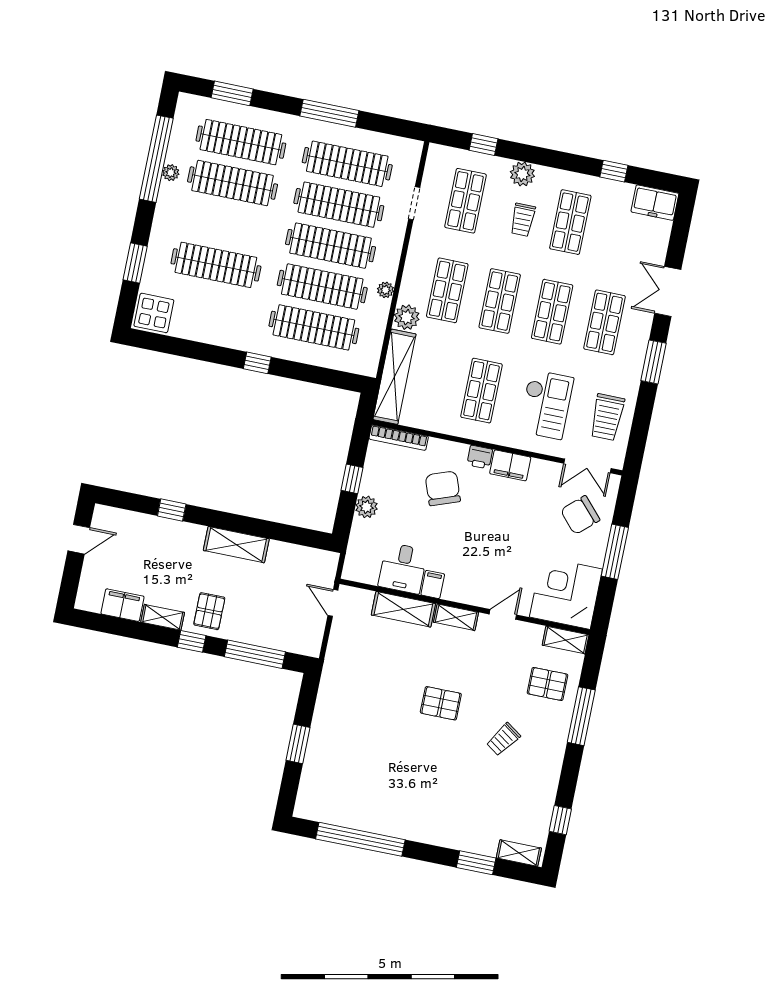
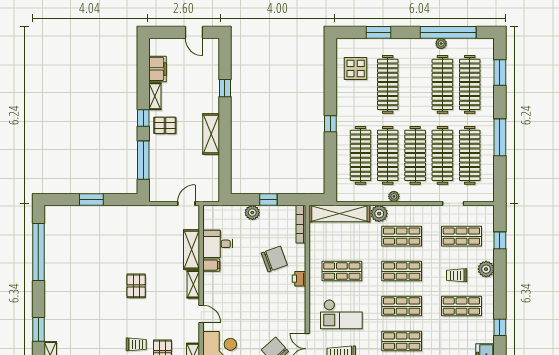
display table: (154, 313) -> (356, 69), moved
filing cabinet: (510, 465) -> (298, 299), removed
trolley: (503, 739) -> (136, 344), moved, turned 145

